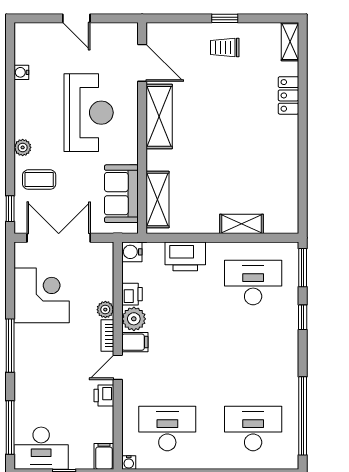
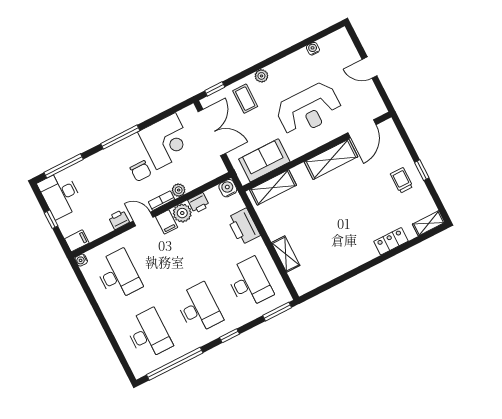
door: (76, 18) -> (370, 68), hinge flipped
window: (303, 317) -> (230, 336), moved
chair: (61, 342) -> (141, 171), added
desk: (253, 356) -> (199, 308), added

